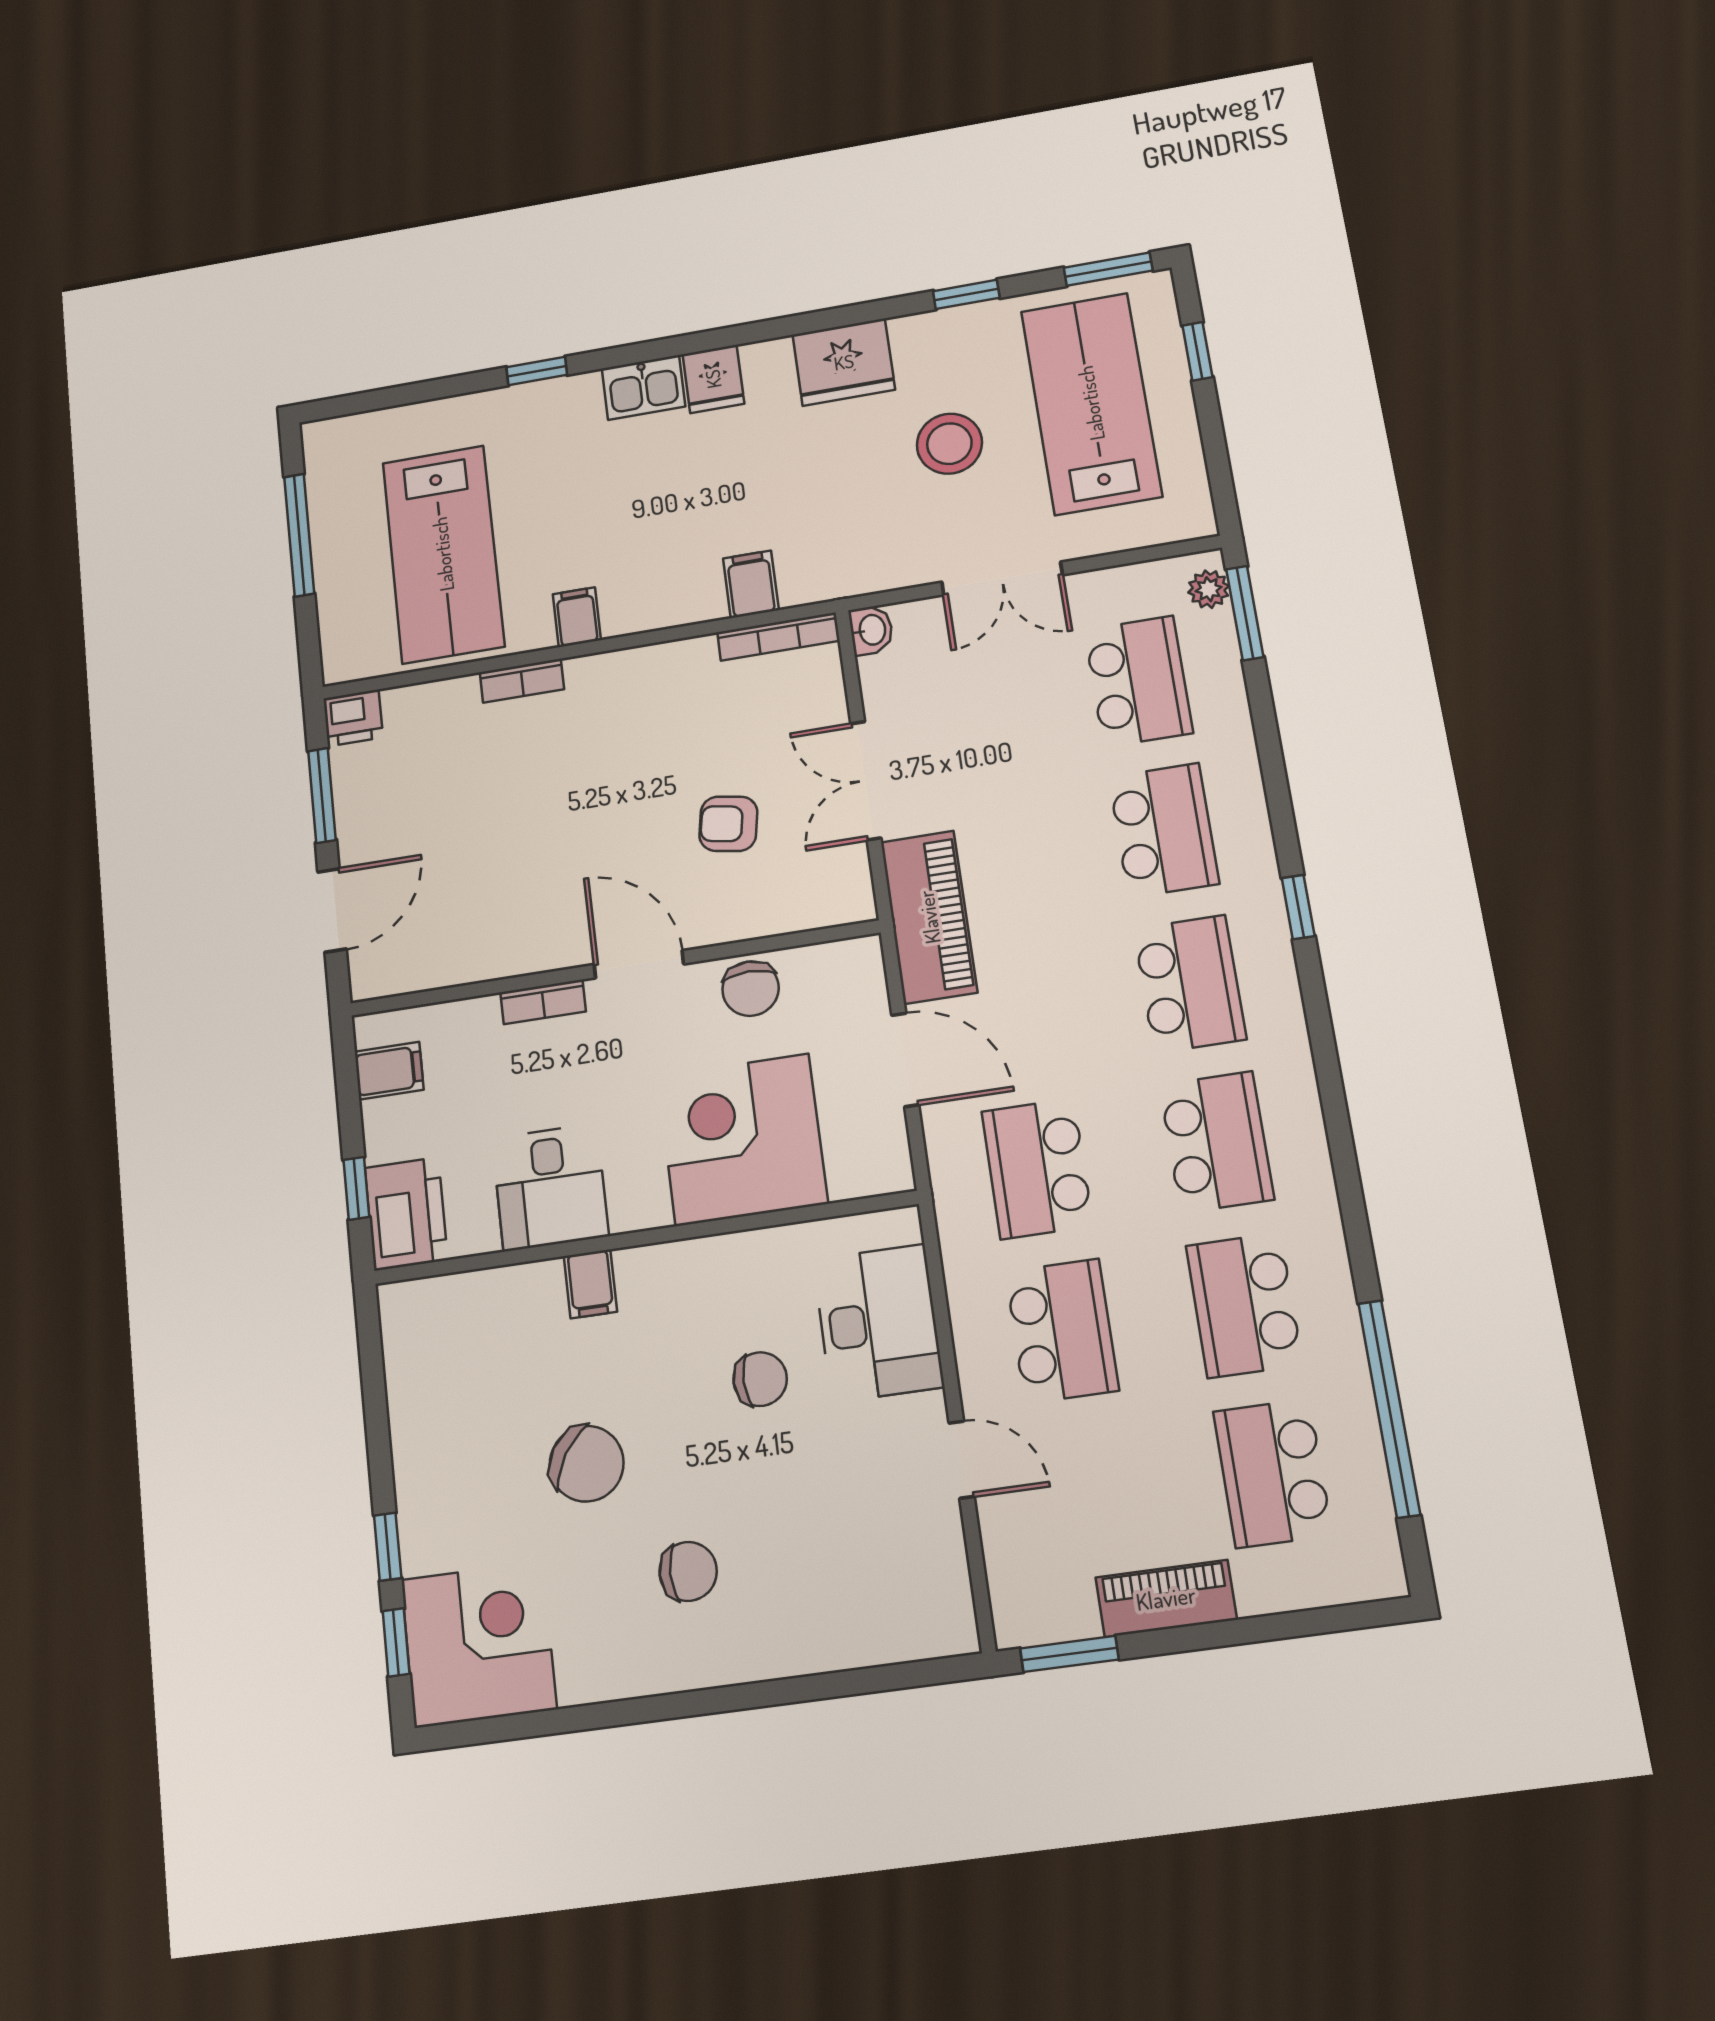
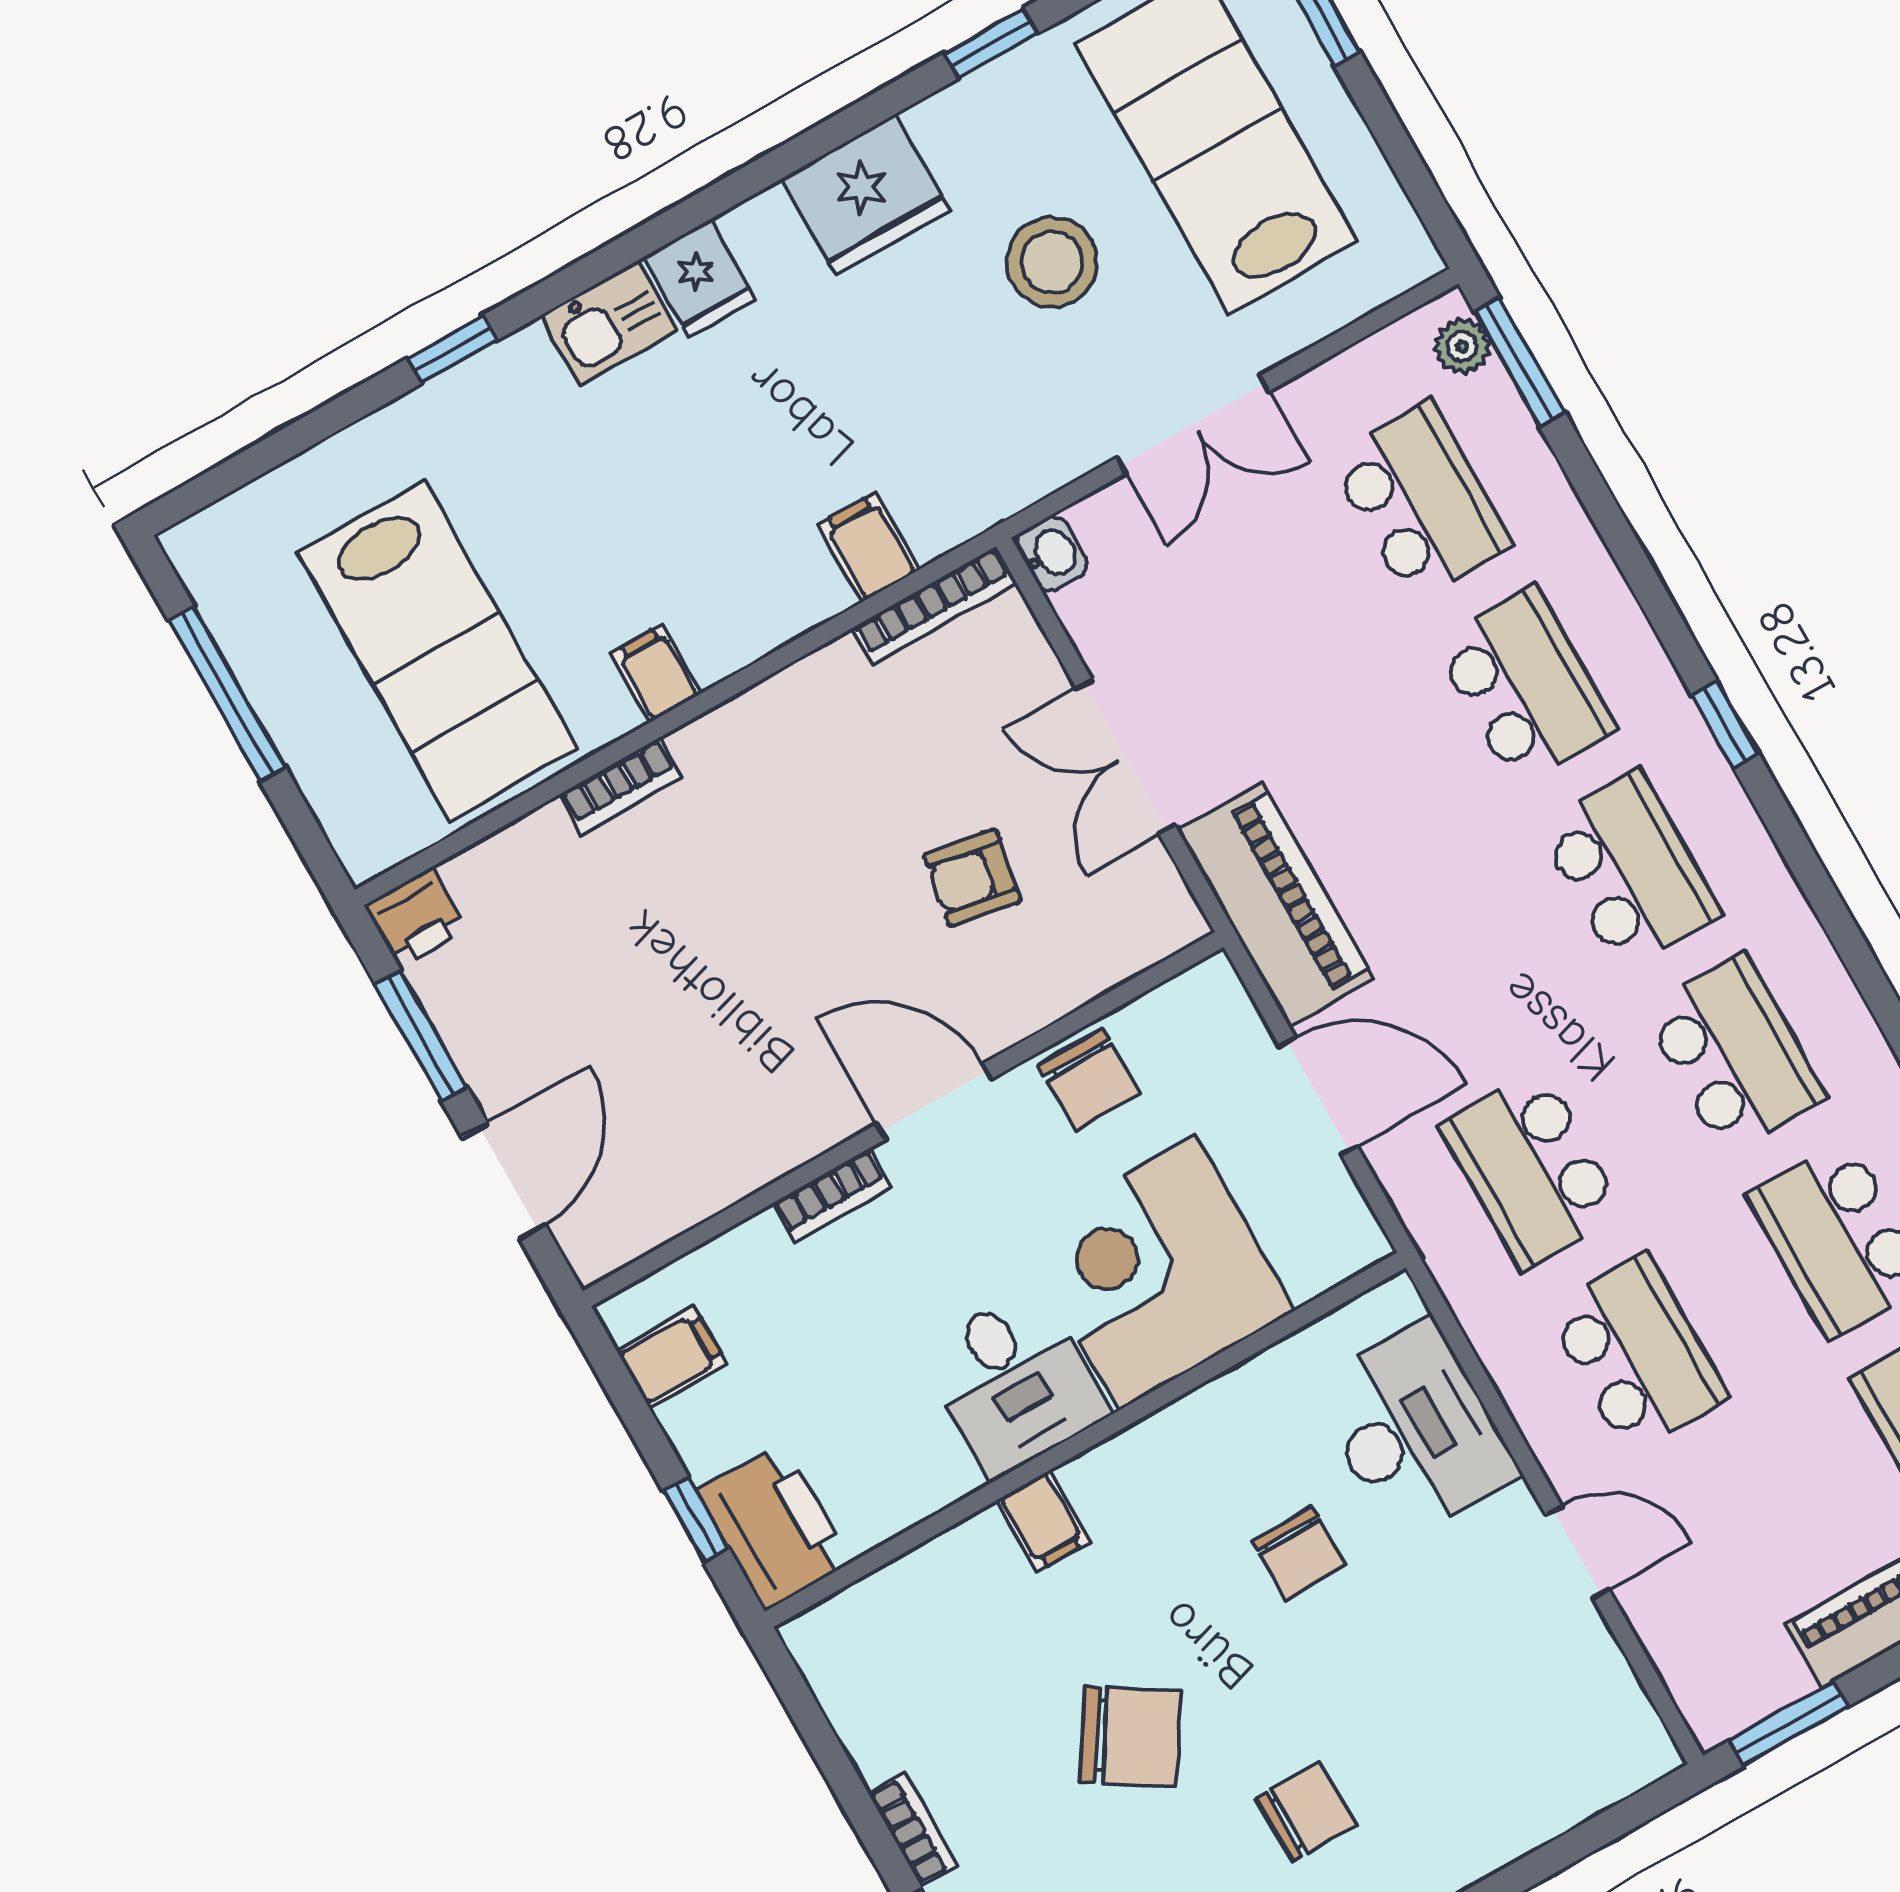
desk: (550, 1187) -> (1014, 1382), moved
chair: (760, 1379) -> (1299, 1553), turned 91
bookcase: (408, 1468) -> (913, 1829), added

